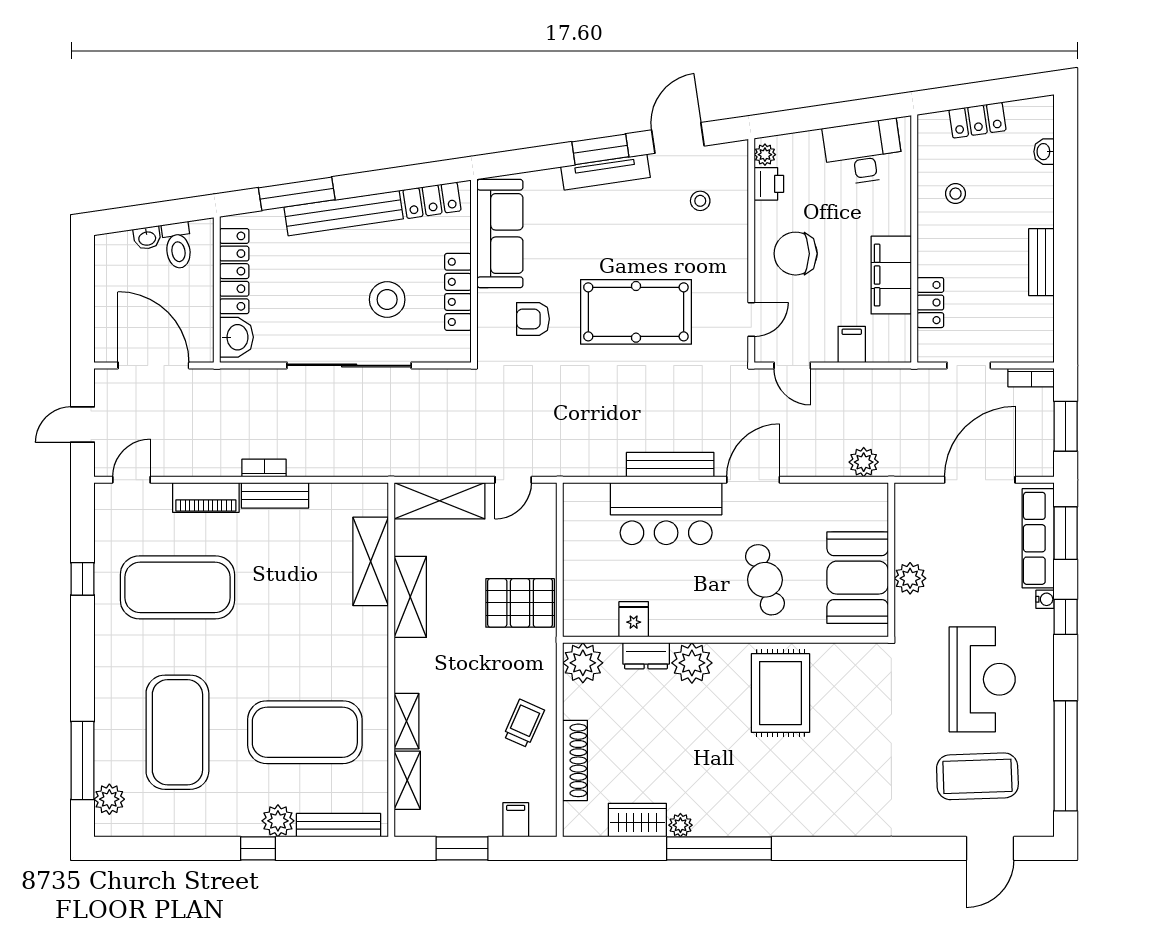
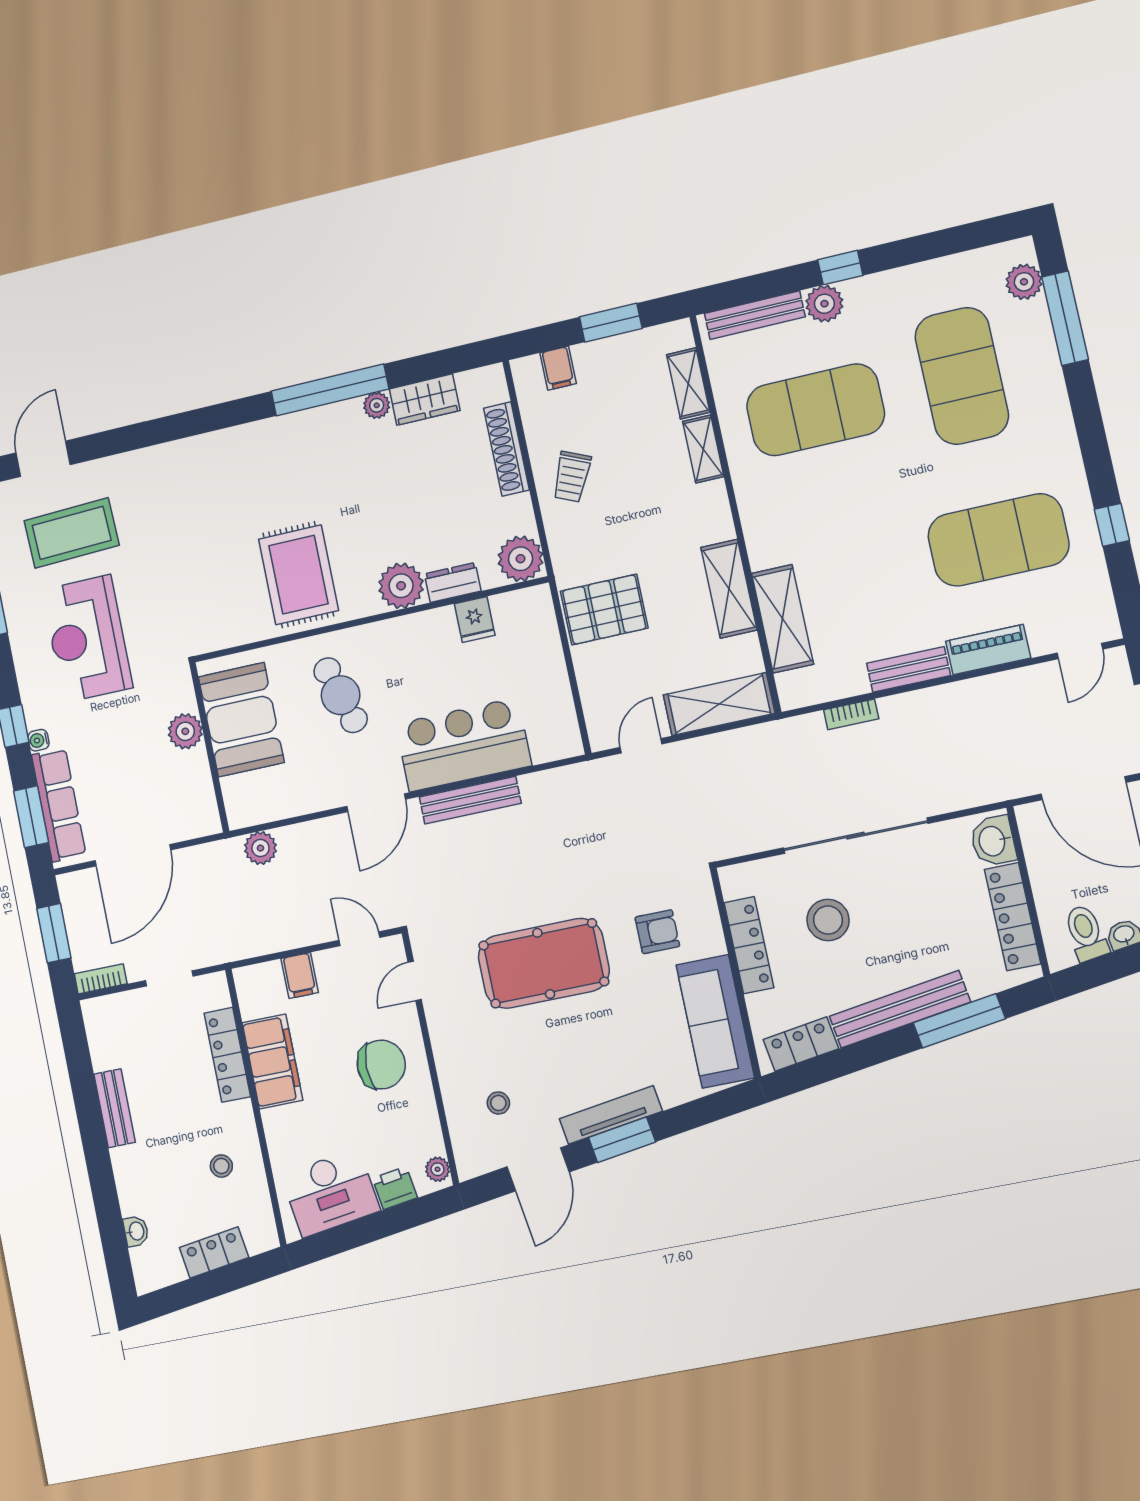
printer: (769, 184) -> (395, 1188), moved, turned 82
locker: (930, 303) -> (227, 1055), width x1.53
bookcase: (264, 468) -> (851, 714), moved

